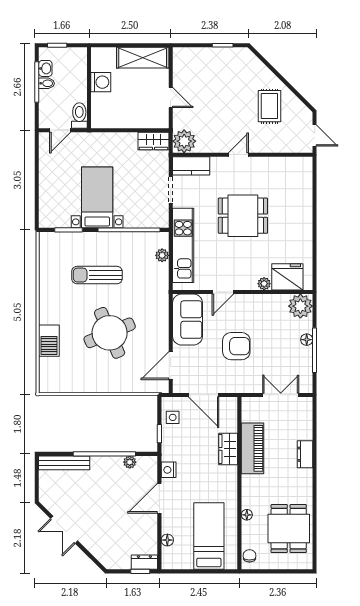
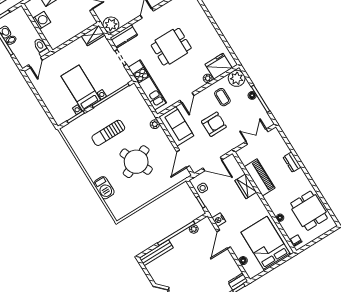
plant: (162, 255) -> (155, 124), moved
coffee table: (268, 319) -> (222, 97), added
bed: (209, 536) -> (266, 243), width x1.50

